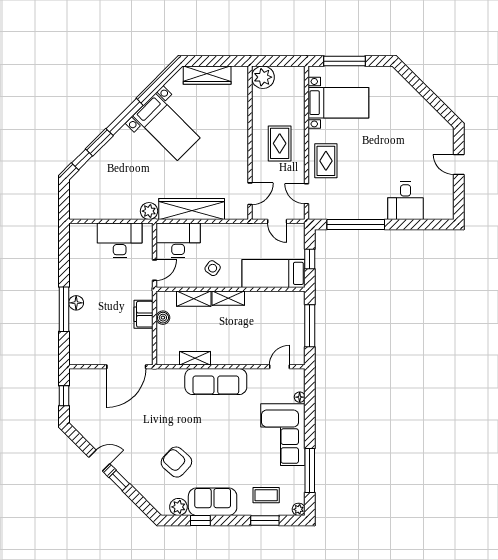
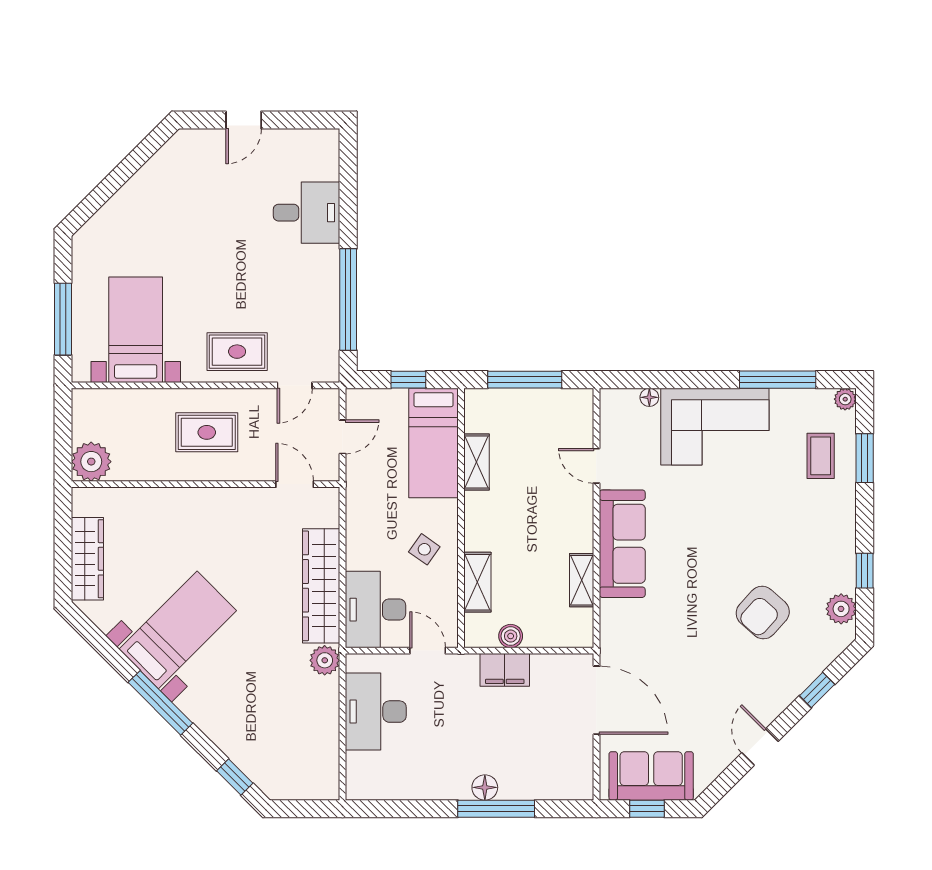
shelving: (228, 298) -> (476, 462), moved
door: (279, 367) -> (596, 466), moved
window: (119, 481) -> (817, 690), moved
sofa: (213, 502) -> (651, 776), moved, turned 90

